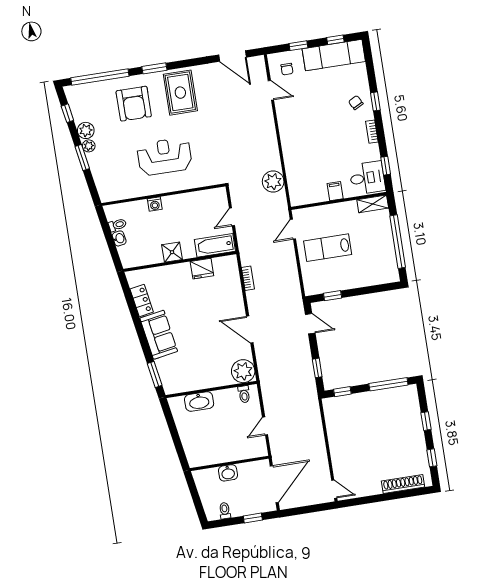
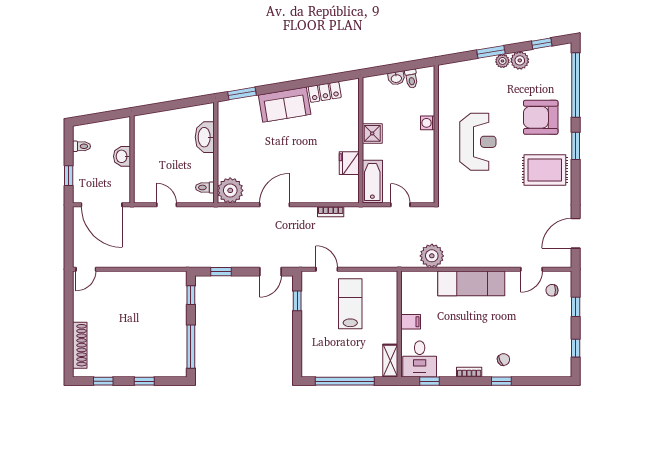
exam couch: (334, 55) -> (471, 283), moved, turned -90
door: (293, 229) -> (327, 269), moved

